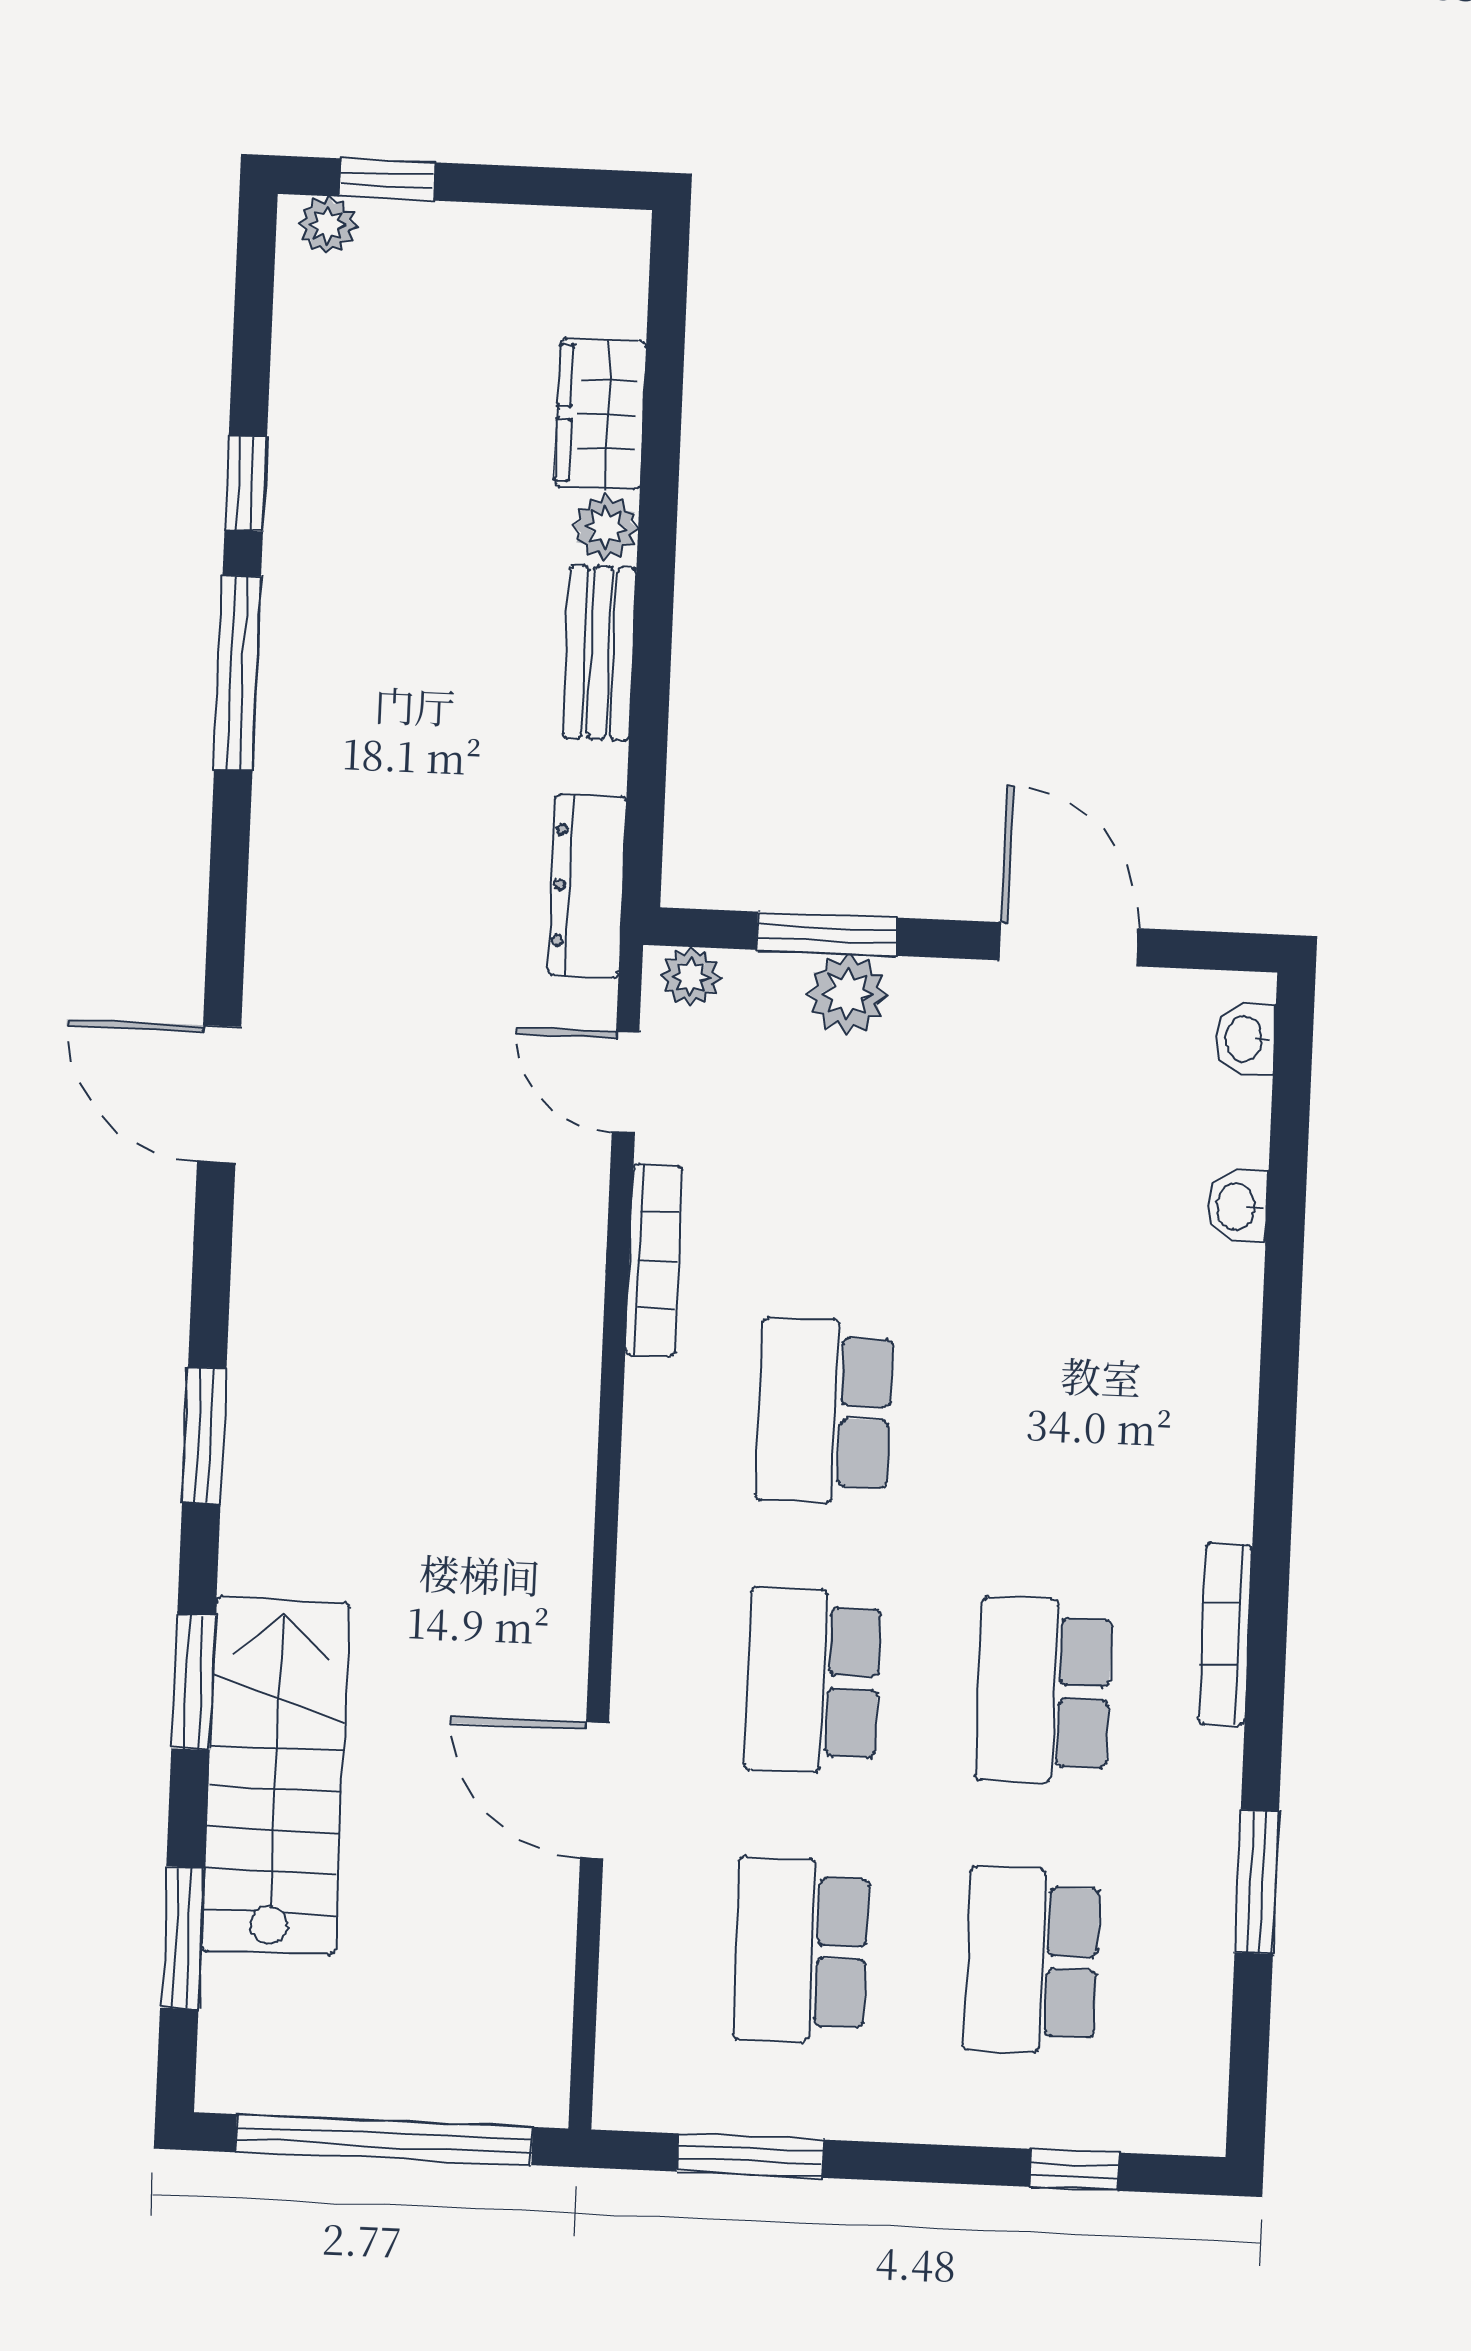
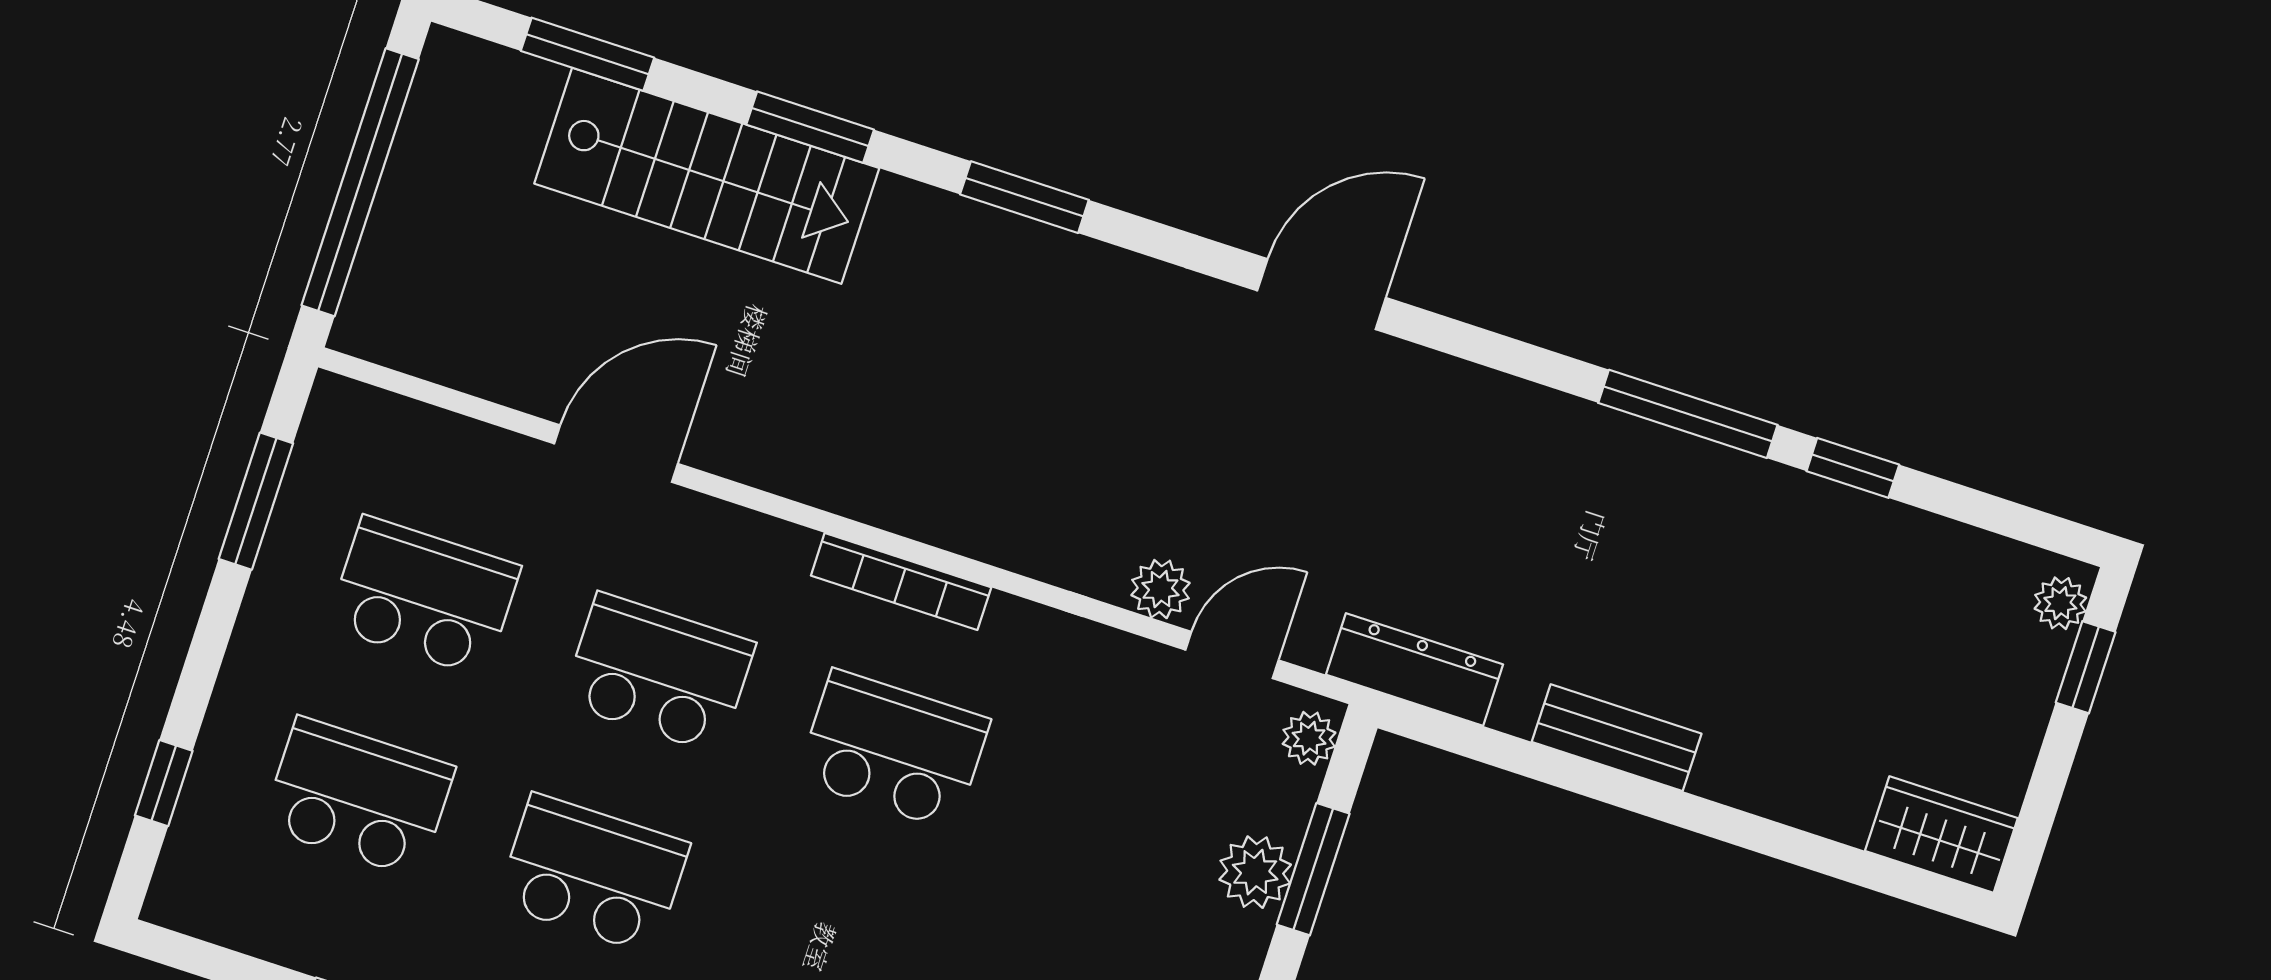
wardrobe: (600, 414) -> (1941, 835), moved
plant: (605, 527) -> (1160, 589), moved
bookcase: (654, 1260) -> (901, 581), moved

